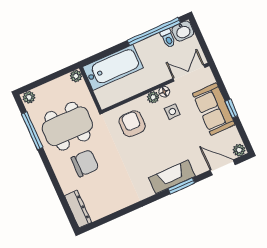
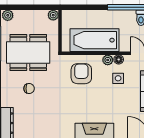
bathtub: (113, 67) -> (94, 40), moved, turned 180
chair: (85, 163) -> (29, 89), width x0.54, depth x0.54

